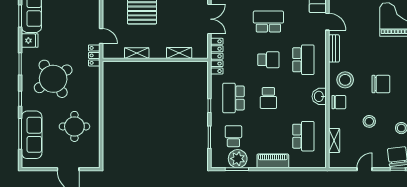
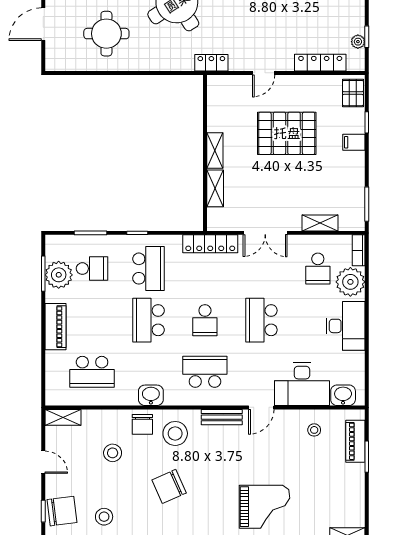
school desk: (268, 22) -> (261, 320), turned 180
door: (101, 36) -> (264, 73), moved
shelving: (137, 53) -> (215, 150), moved
school desk: (303, 60) -> (205, 372), turned 180
chair: (381, 84) -> (169, 486), turned 66
school desk: (233, 98) -> (148, 269), turned 90
school desk: (268, 98) -> (148, 320), width x1.85
stool: (369, 121) -> (113, 453), moved
shelving: (334, 140) -> (63, 417), moved

